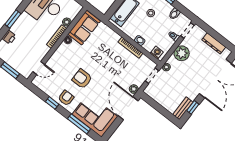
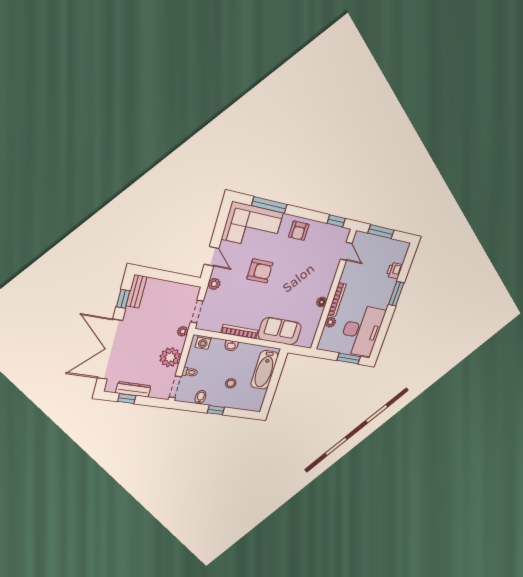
sofa: (84, 28) -> (280, 331), moved, turned 90
window: (221, 39) -> (127, 399), added
door: (39, 68) -> (346, 251), swing flipped
armchair: (82, 79) -> (260, 271), moved
window: (52, 103) -> (336, 221), moved
door: (128, 108) -> (211, 256), width x0.53

